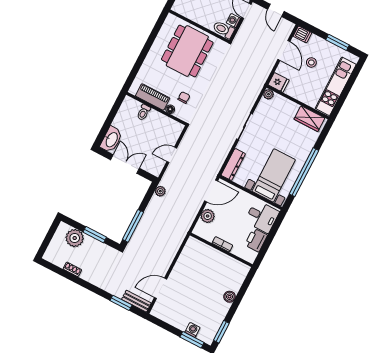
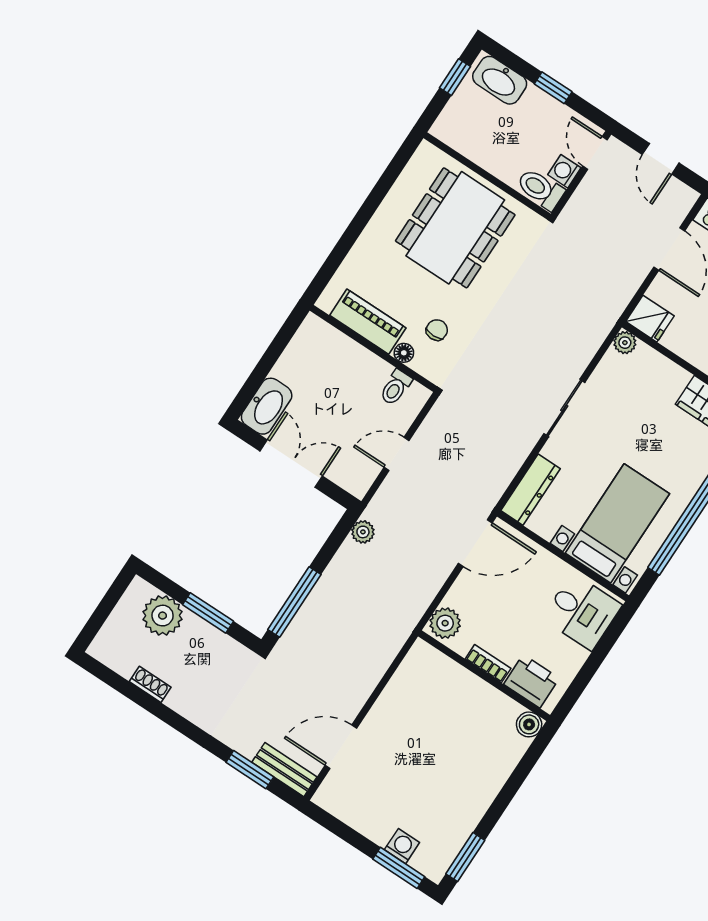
toilet: (144, 112) -> (396, 387), moved
plant: (208, 216) -> (445, 623), moved
printer: (256, 240) -> (531, 681), moved, turned 90
boiler: (230, 297) -> (529, 724), moved

